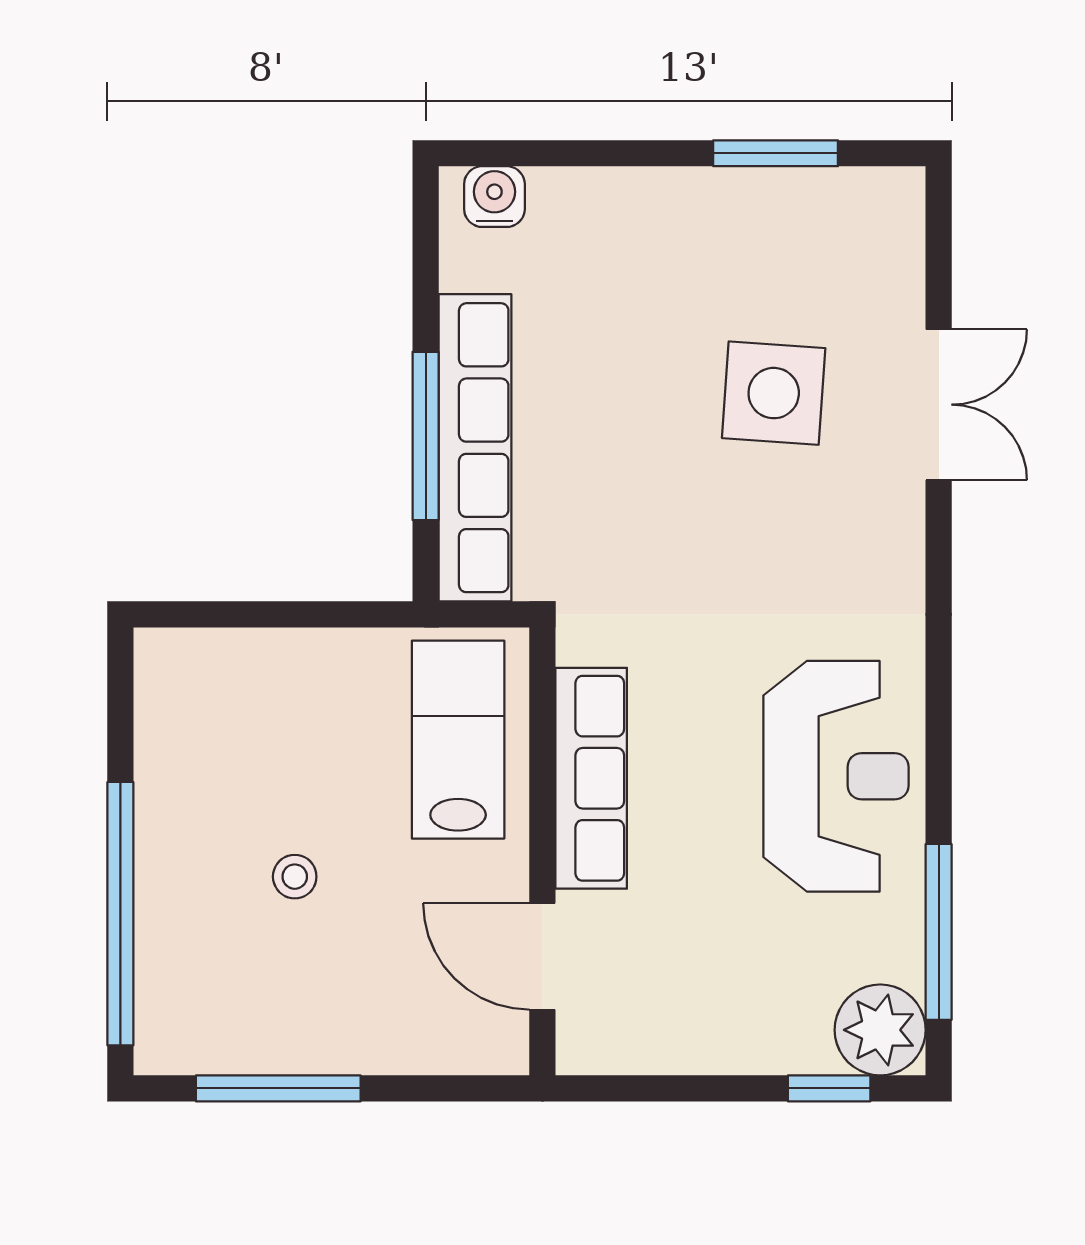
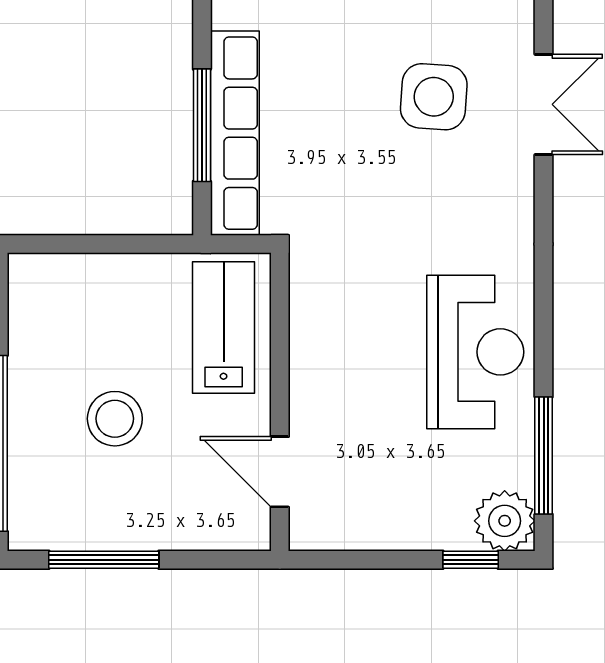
row of seats: (591, 778) -> (312, 353), removed
stool: (295, 877) -> (115, 419), width x1.89, depth x1.89

